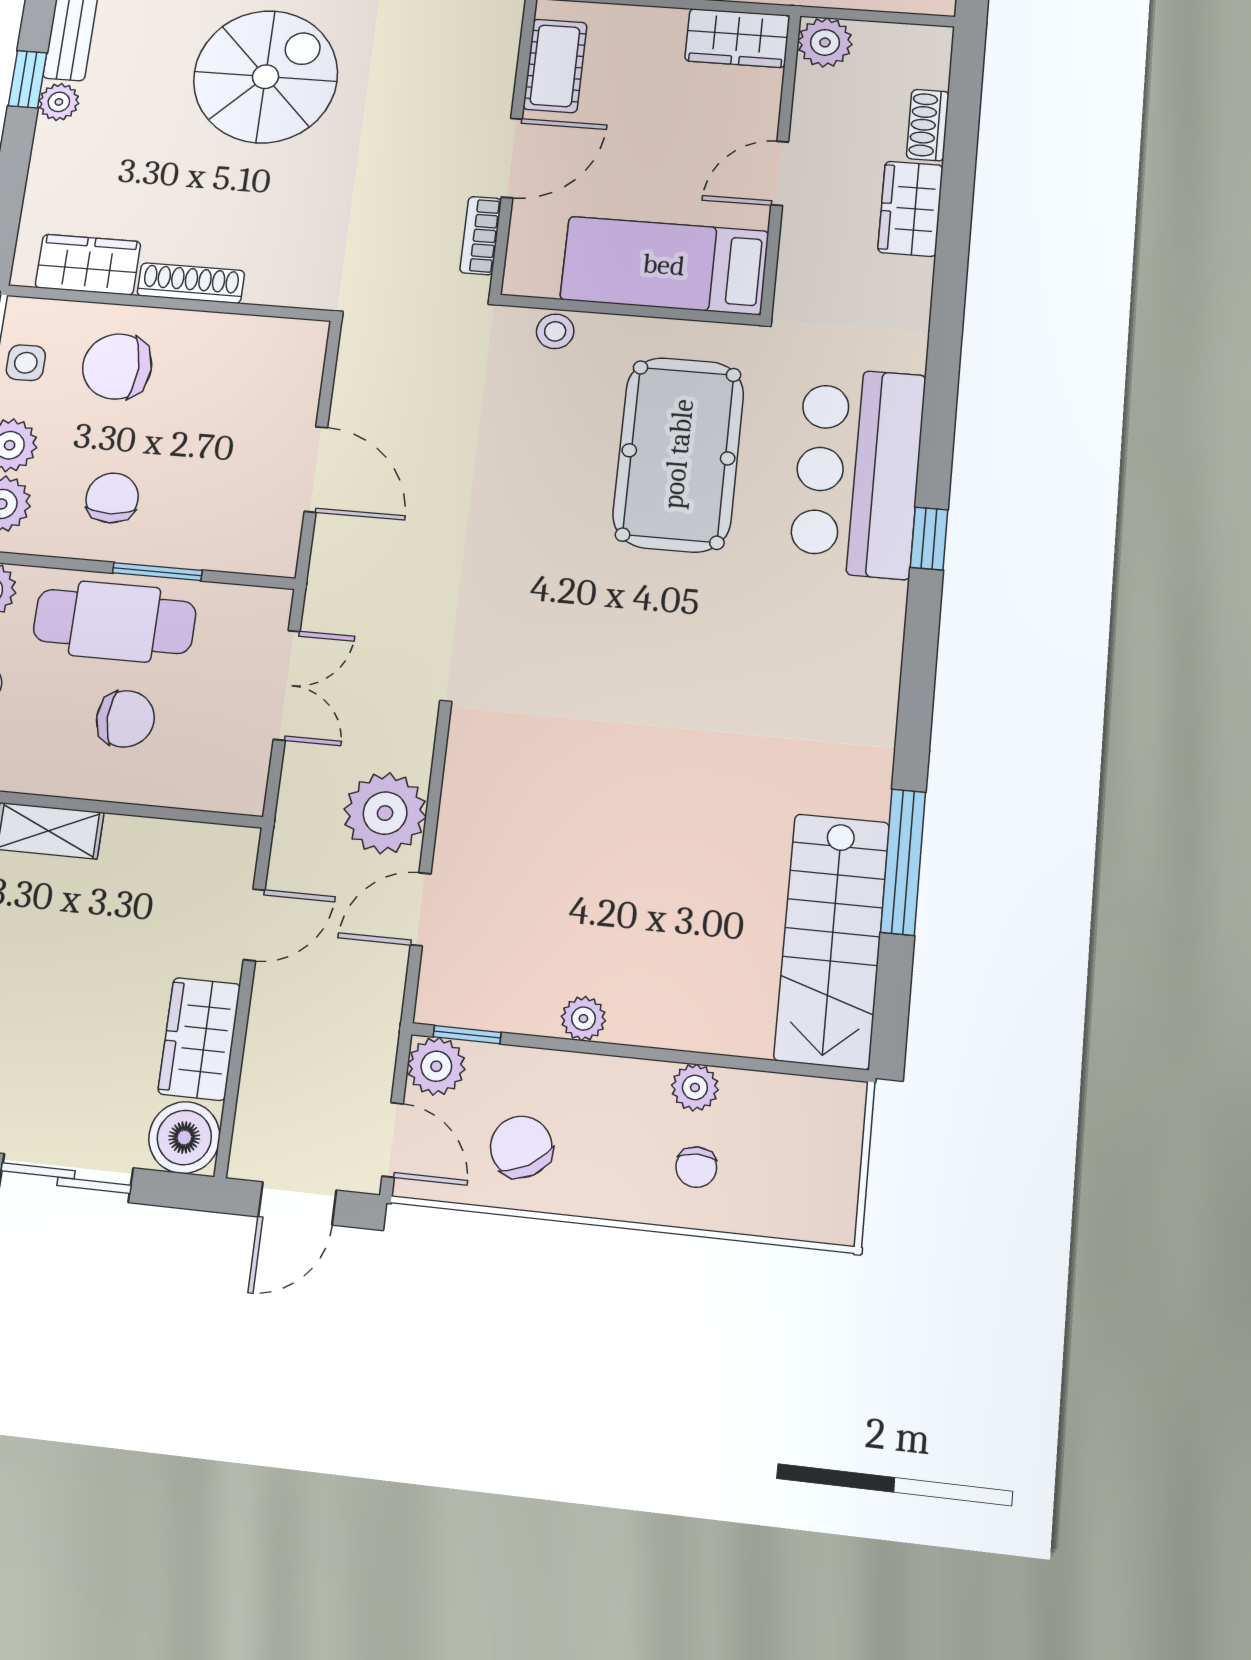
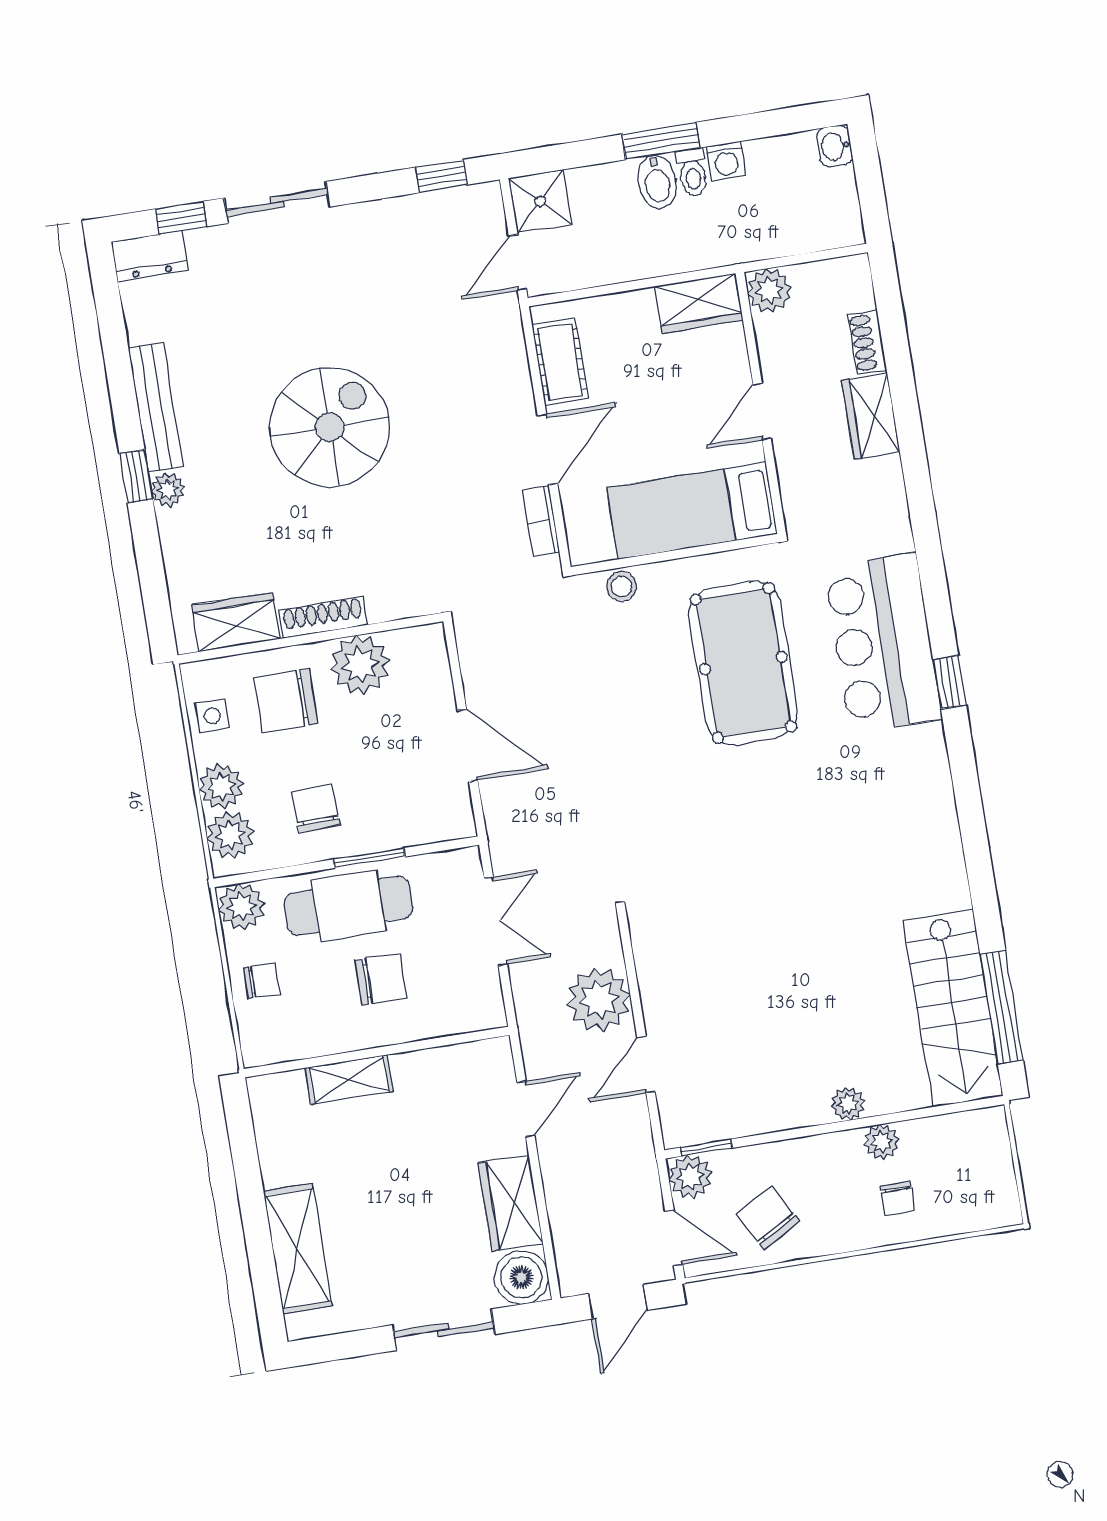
plant: (217, 346) -> (360, 665), added
window: (903, 862) -> (1002, 1007), moved
plant: (583, 1019) -> (848, 1104), moved

